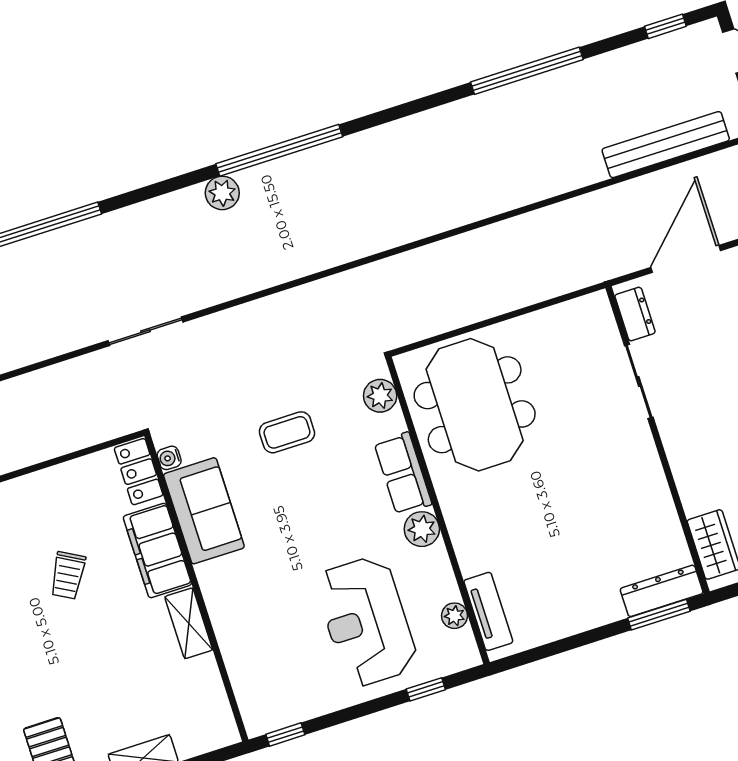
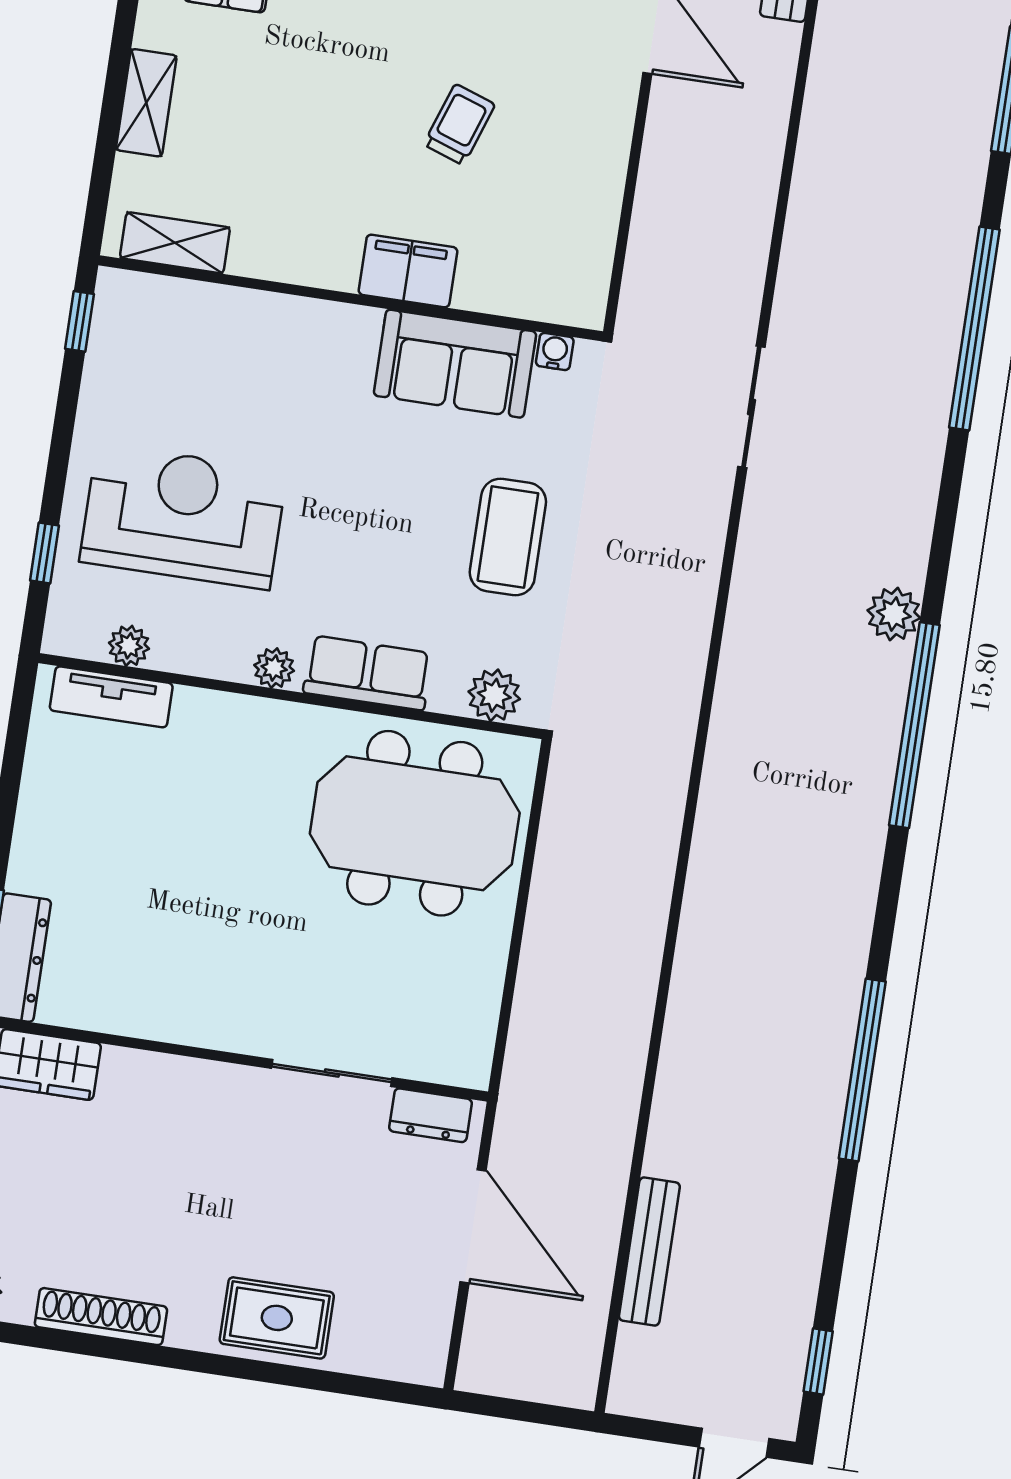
window: (527, 71) -> (862, 1070), moved
bench: (666, 145) -> (649, 1252), width x0.73, depth x0.82
coffee table: (287, 432) -> (508, 537), width x1.36, depth x1.30
locker: (139, 472) -> (557, 298), removed
plant: (422, 529) -> (274, 668), width x0.73, depth x0.73
filing cabinet: (157, 551) -> (408, 271), width x0.67, depth x0.86
trolley: (68, 575) -> (459, 124), turned 80
shelving: (189, 623) -> (175, 243), moved

